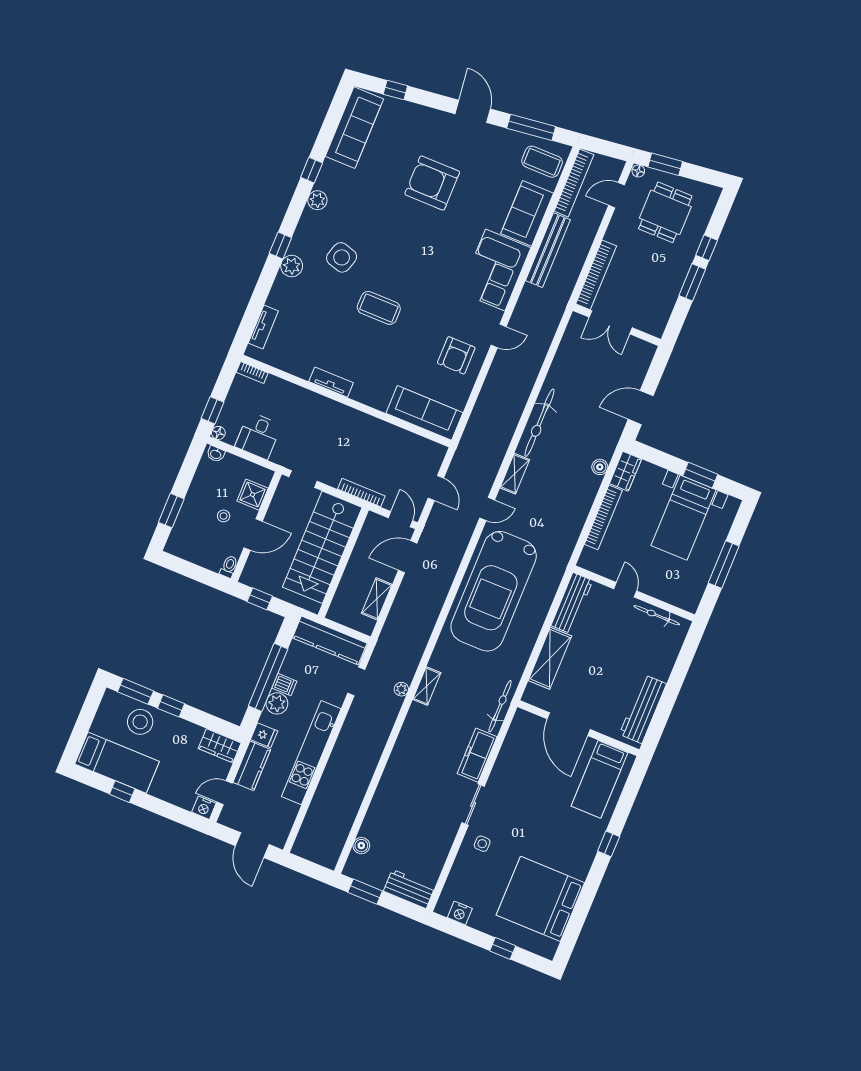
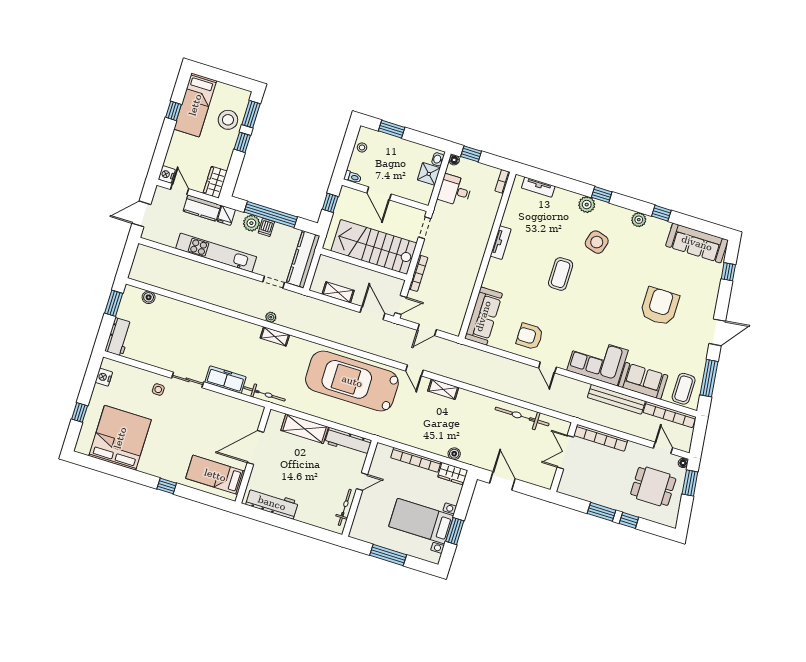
bicycle: (539, 423) -> (522, 416), moved
shower: (253, 495) -> (429, 174), moved
stool: (224, 516) -> (362, 147), moved

